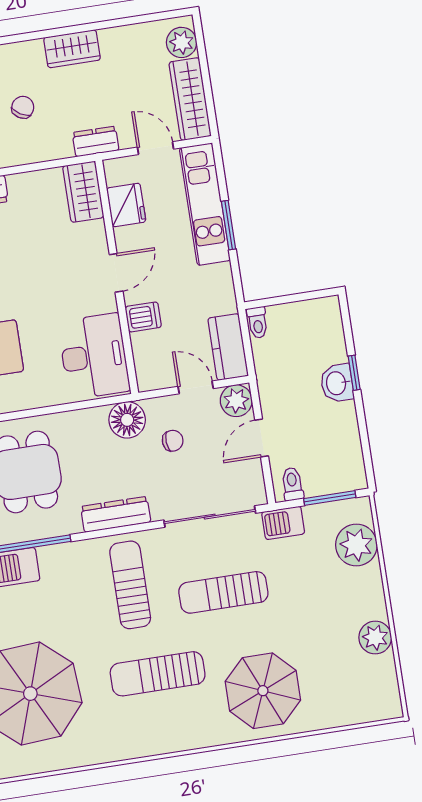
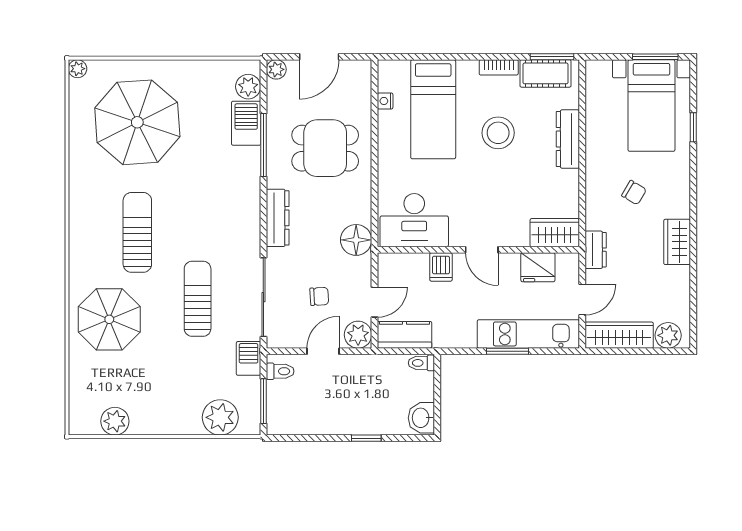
washbasin: (337, 383) -> (421, 418), moved, turned -90
door: (262, 438) -> (323, 351), hinge flipped
chair: (173, 441) -> (319, 296), moved, turned -89
sun lounger: (130, 585) -> (216, 221), removed
plant: (375, 638) -> (115, 421), moved

